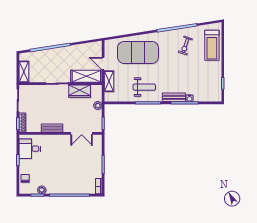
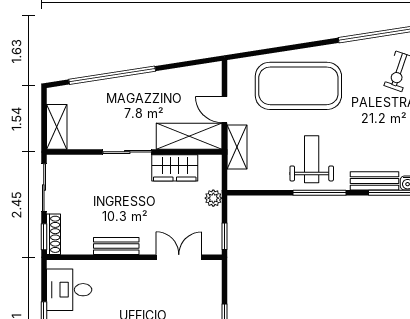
weight bench: (144, 87) -> (312, 159), turned -90
double door: (82, 133) -> (179, 257), swing flipped

